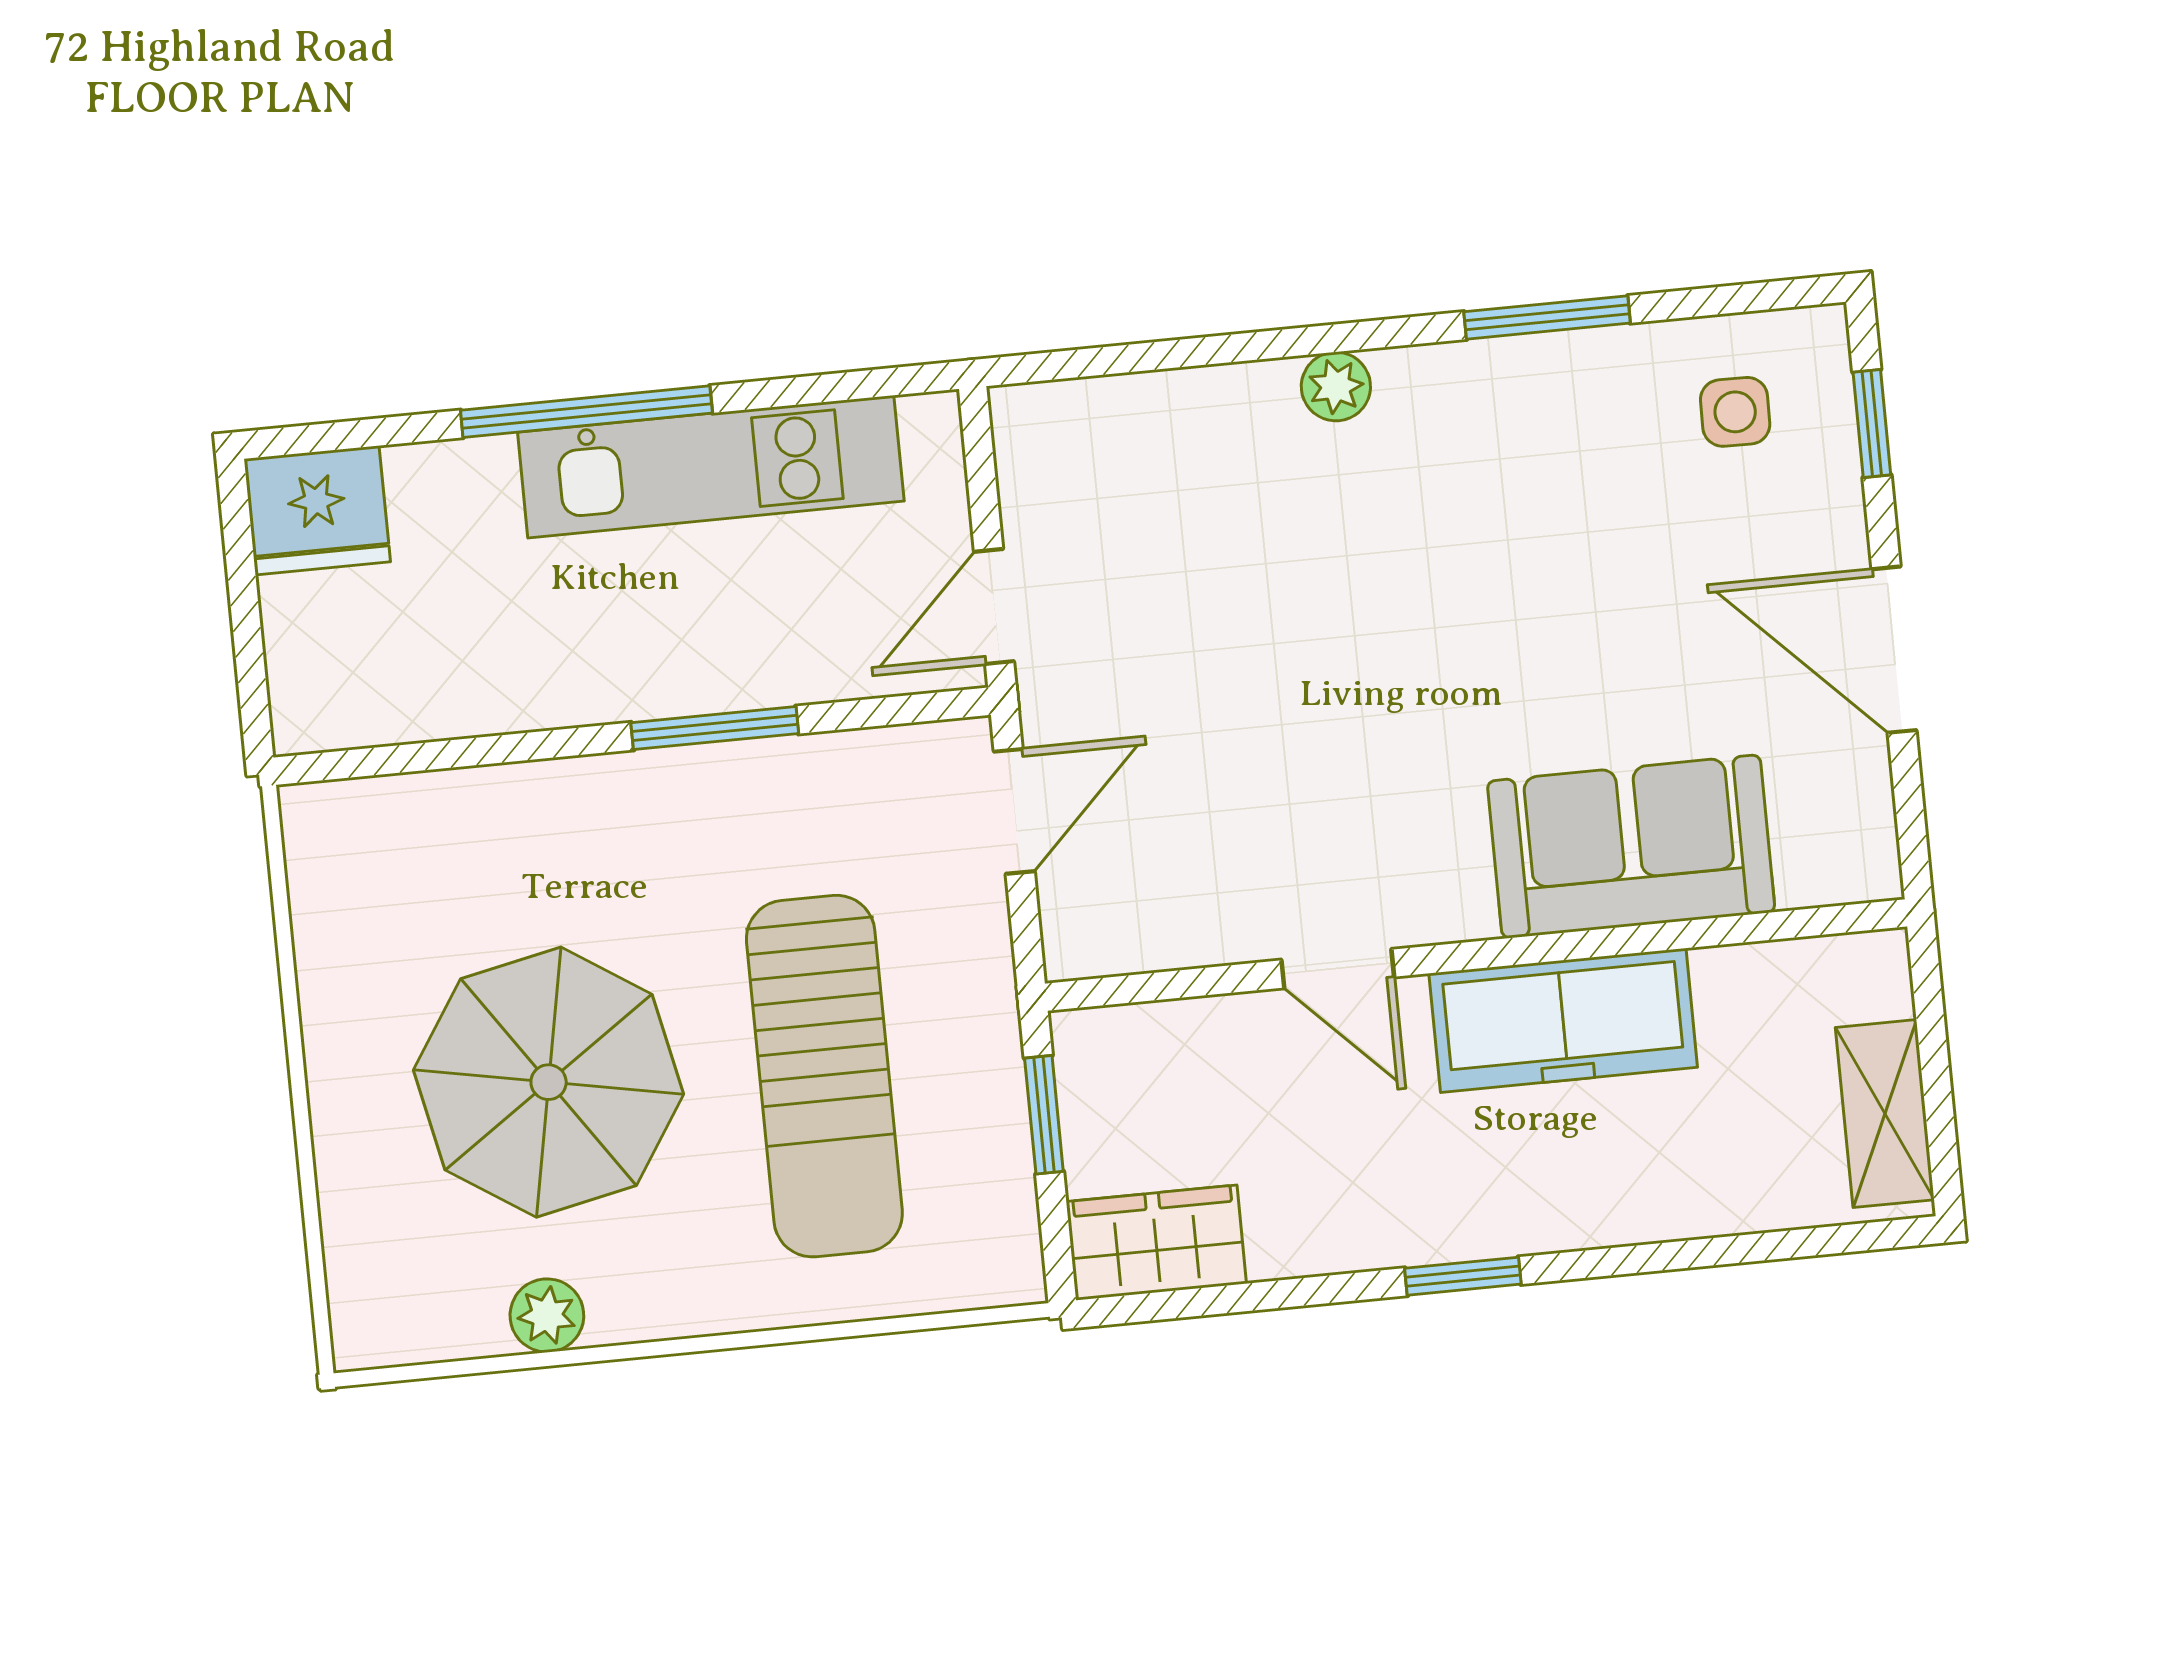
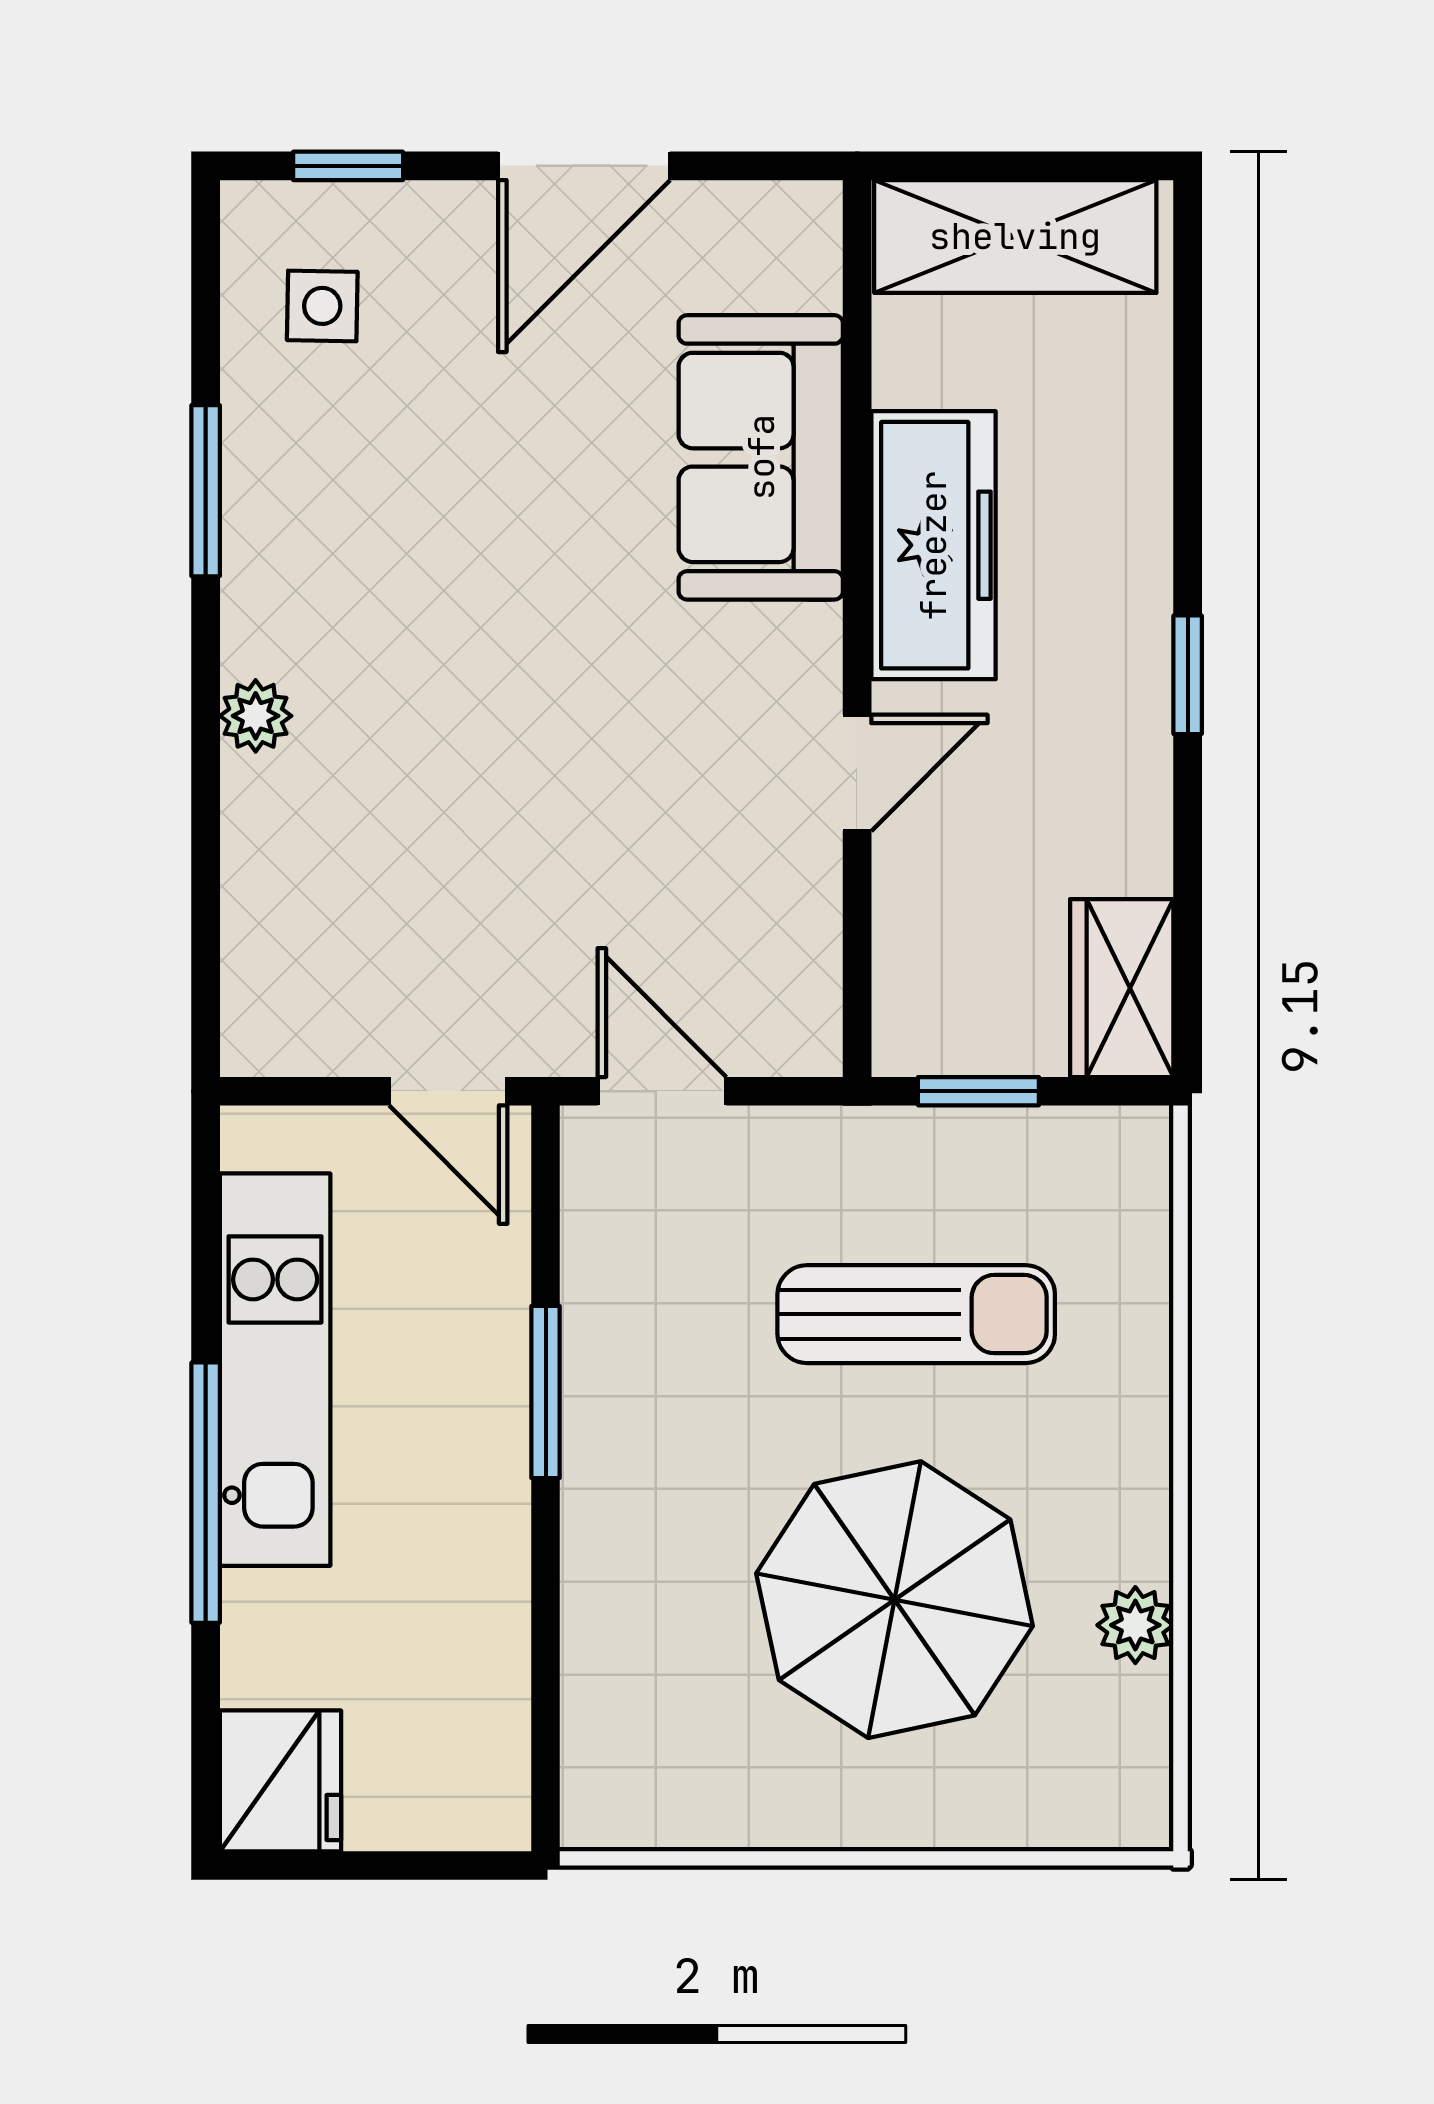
sun lounger: (824, 1076) -> (916, 1314), width x0.73, depth x0.75
shelving: (1885, 1114) -> (1015, 236), width x1.50, depth x1.33

